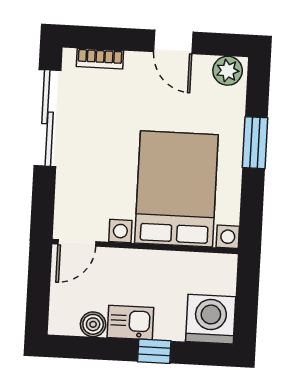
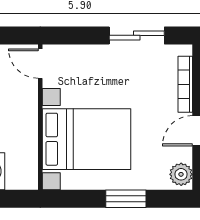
bookcase: (100, 59) -> (185, 84), width x1.56
sliding door: (47, 118) -> (137, 35), width x0.73

